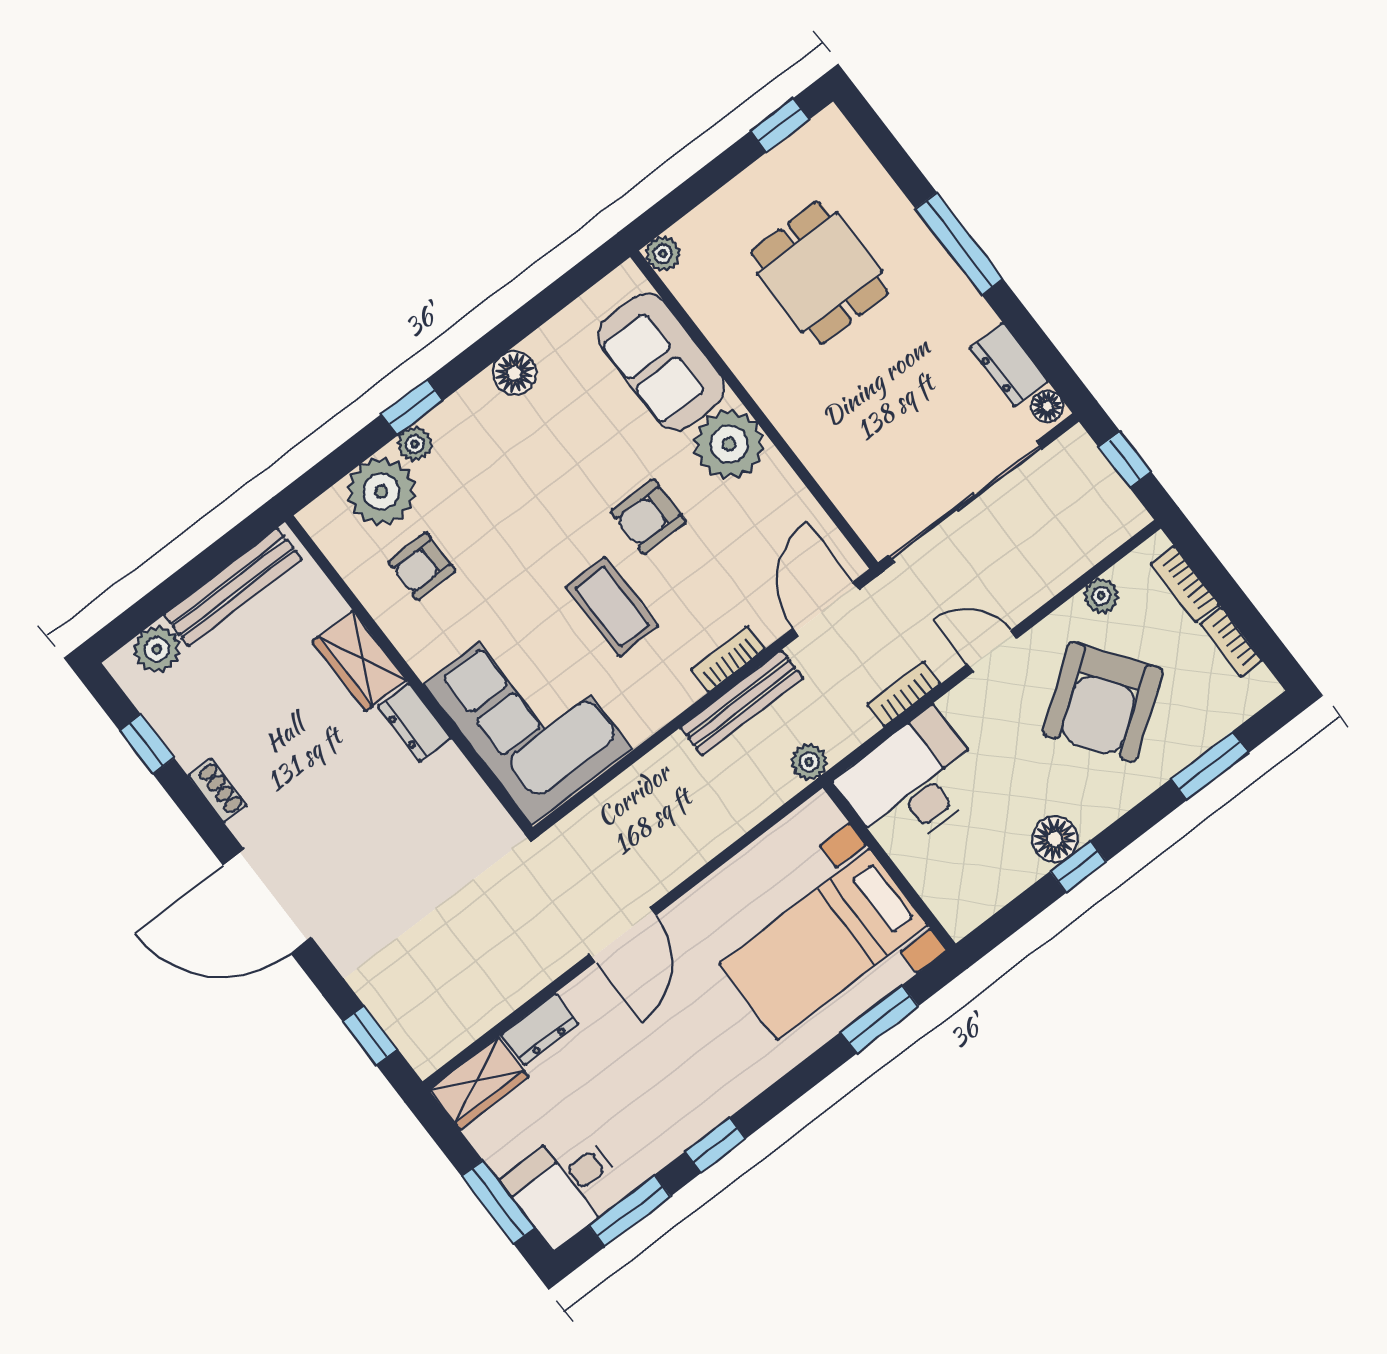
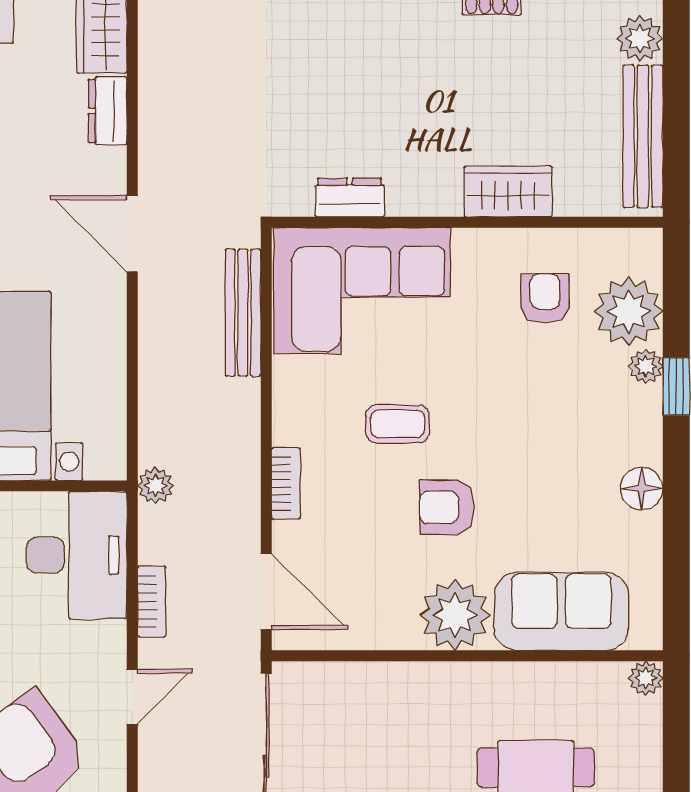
armchair: (648, 517) -> (447, 507), turned -90
coffee table: (612, 607) -> (398, 424), width x0.73, depth x0.77
bench: (742, 703) -> (243, 313), moved
dresser: (414, 723) -> (350, 198), moved

